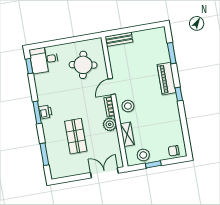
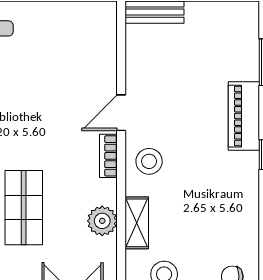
round table: (83, 65) -> (66, 54), removed
plant: (110, 124) -> (102, 221), moved

